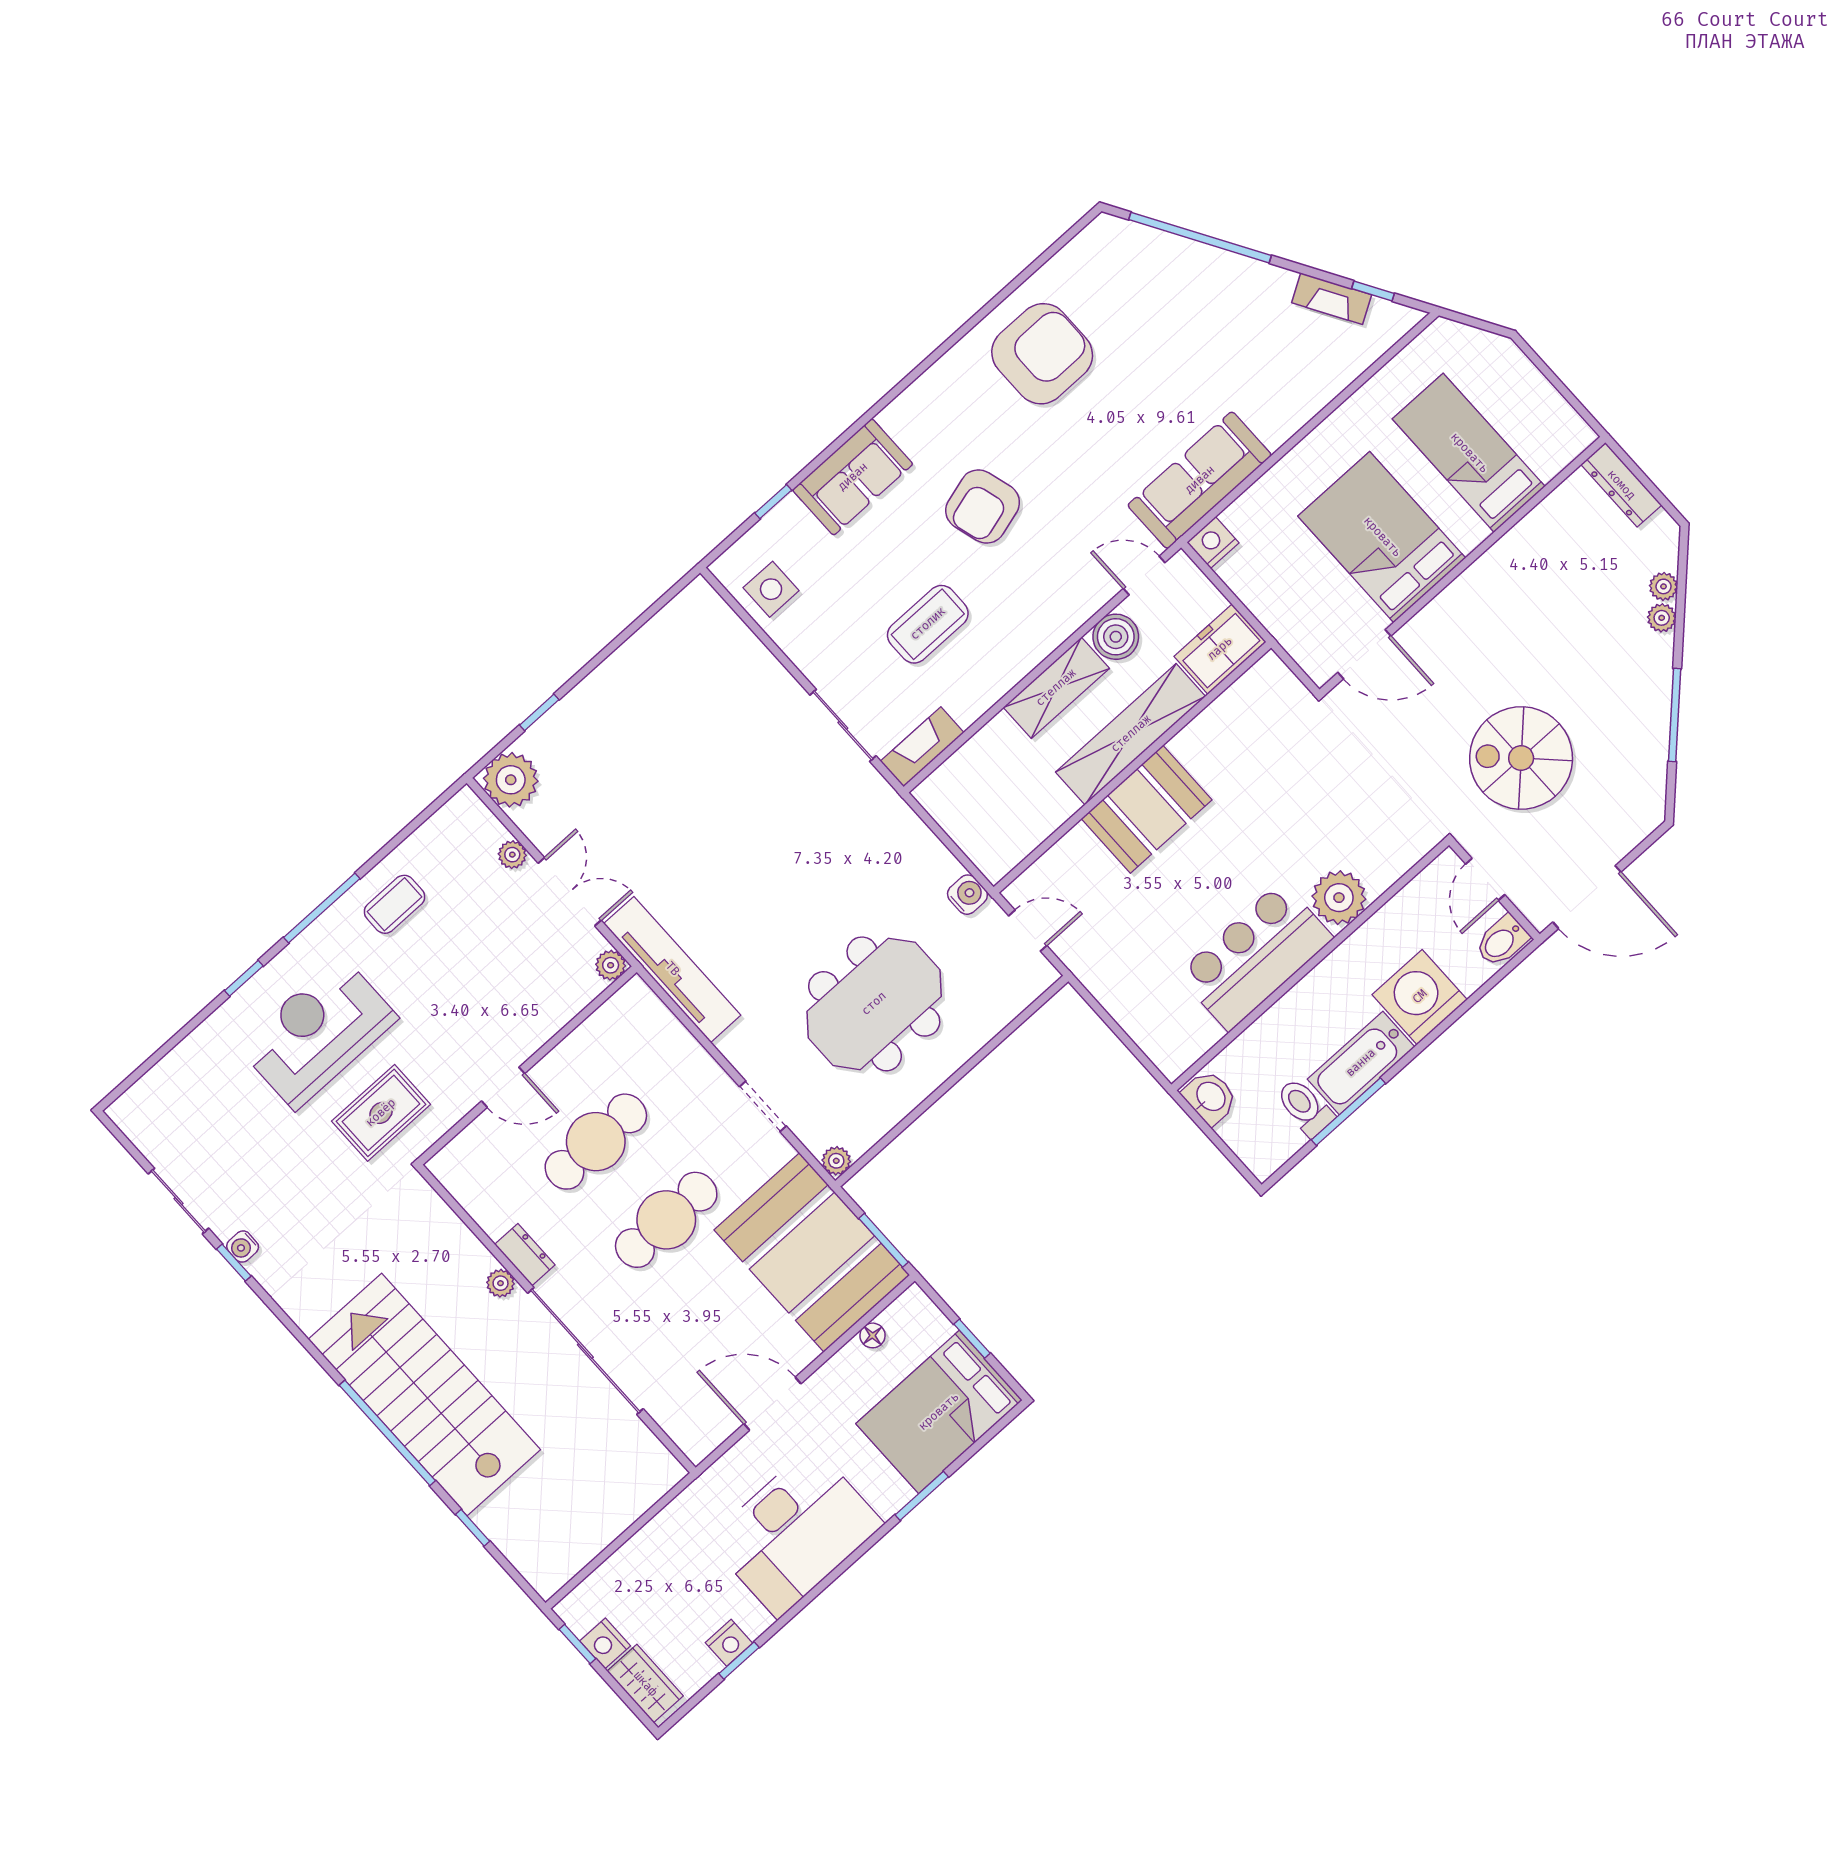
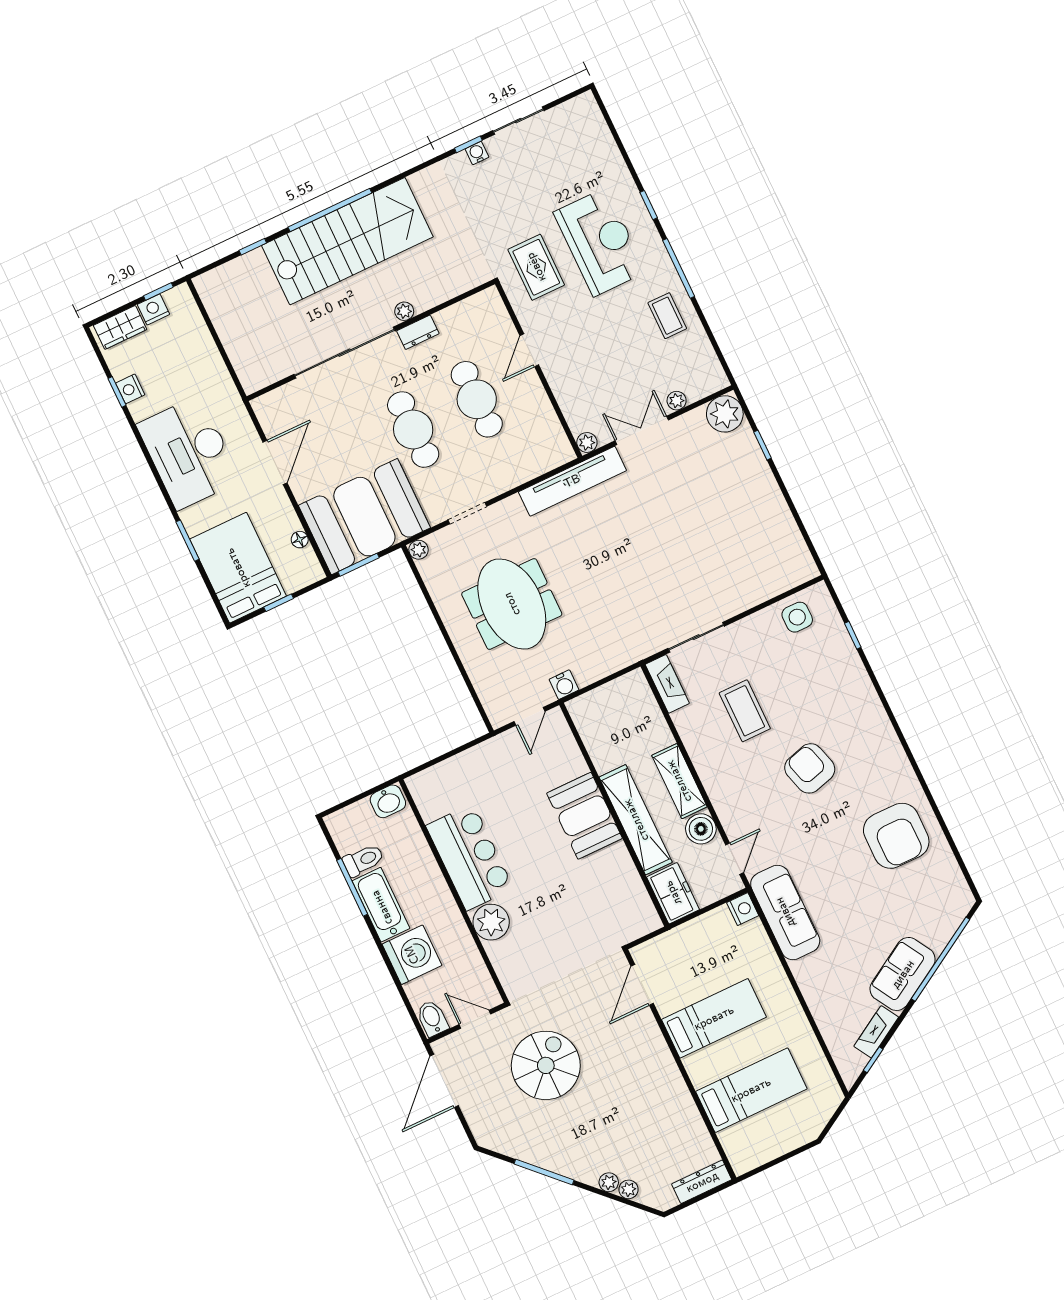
sofa: (853, 477) -> (903, 974), moved, turned 59
bed: (1382, 537) -> (714, 1018), width x0.67
double door: (570, 892) -> (642, 430), swing flipped

